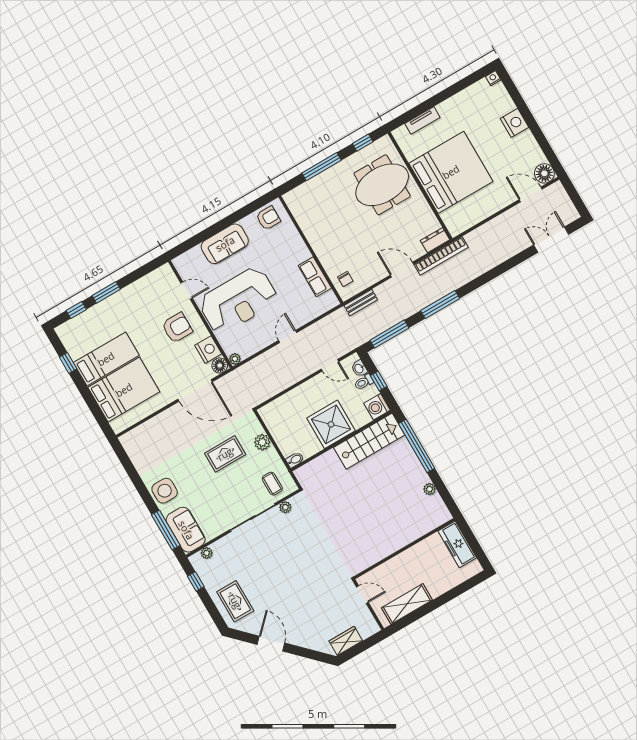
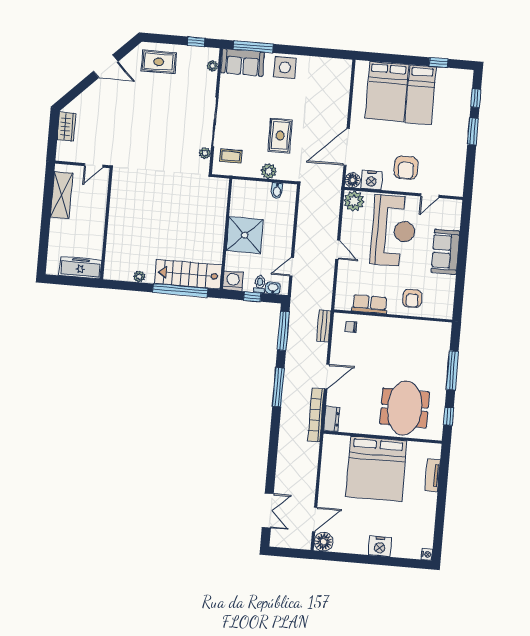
armchair: (268, 218) -> (412, 298), moved
reception desk: (238, 300) -> (393, 231), turned 180
plant: (235, 359) -> (354, 201), width x1.87, depth x1.87
stairs: (369, 441) -> (188, 274), moved, turned 90
bidet: (295, 460) -> (277, 190), moved

